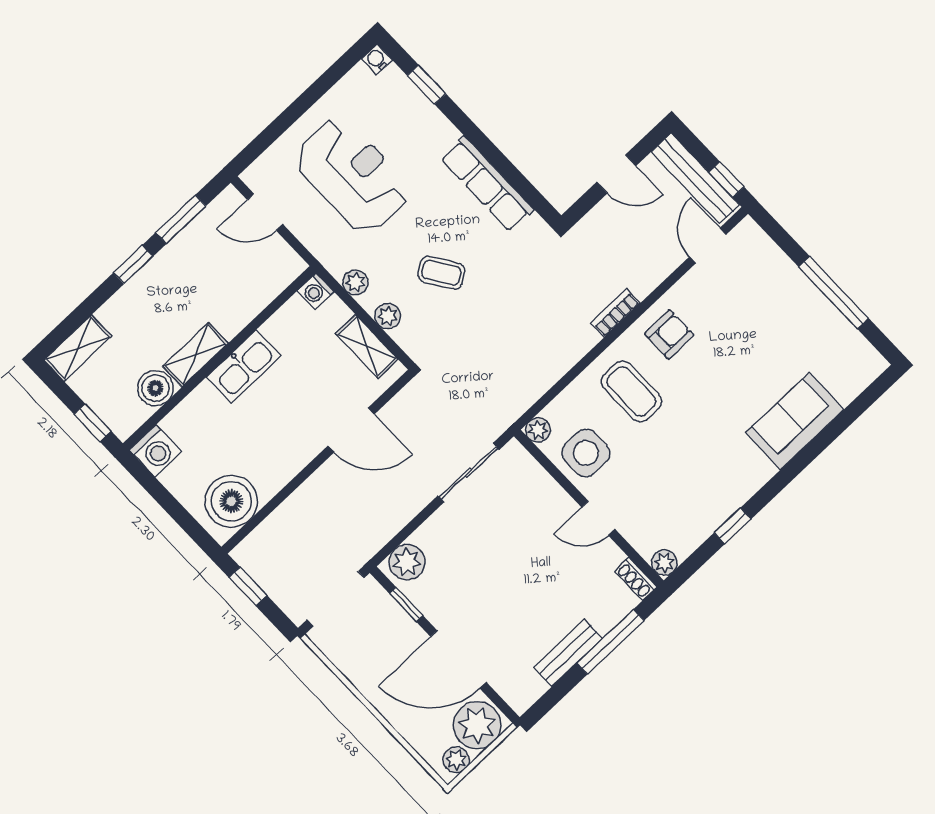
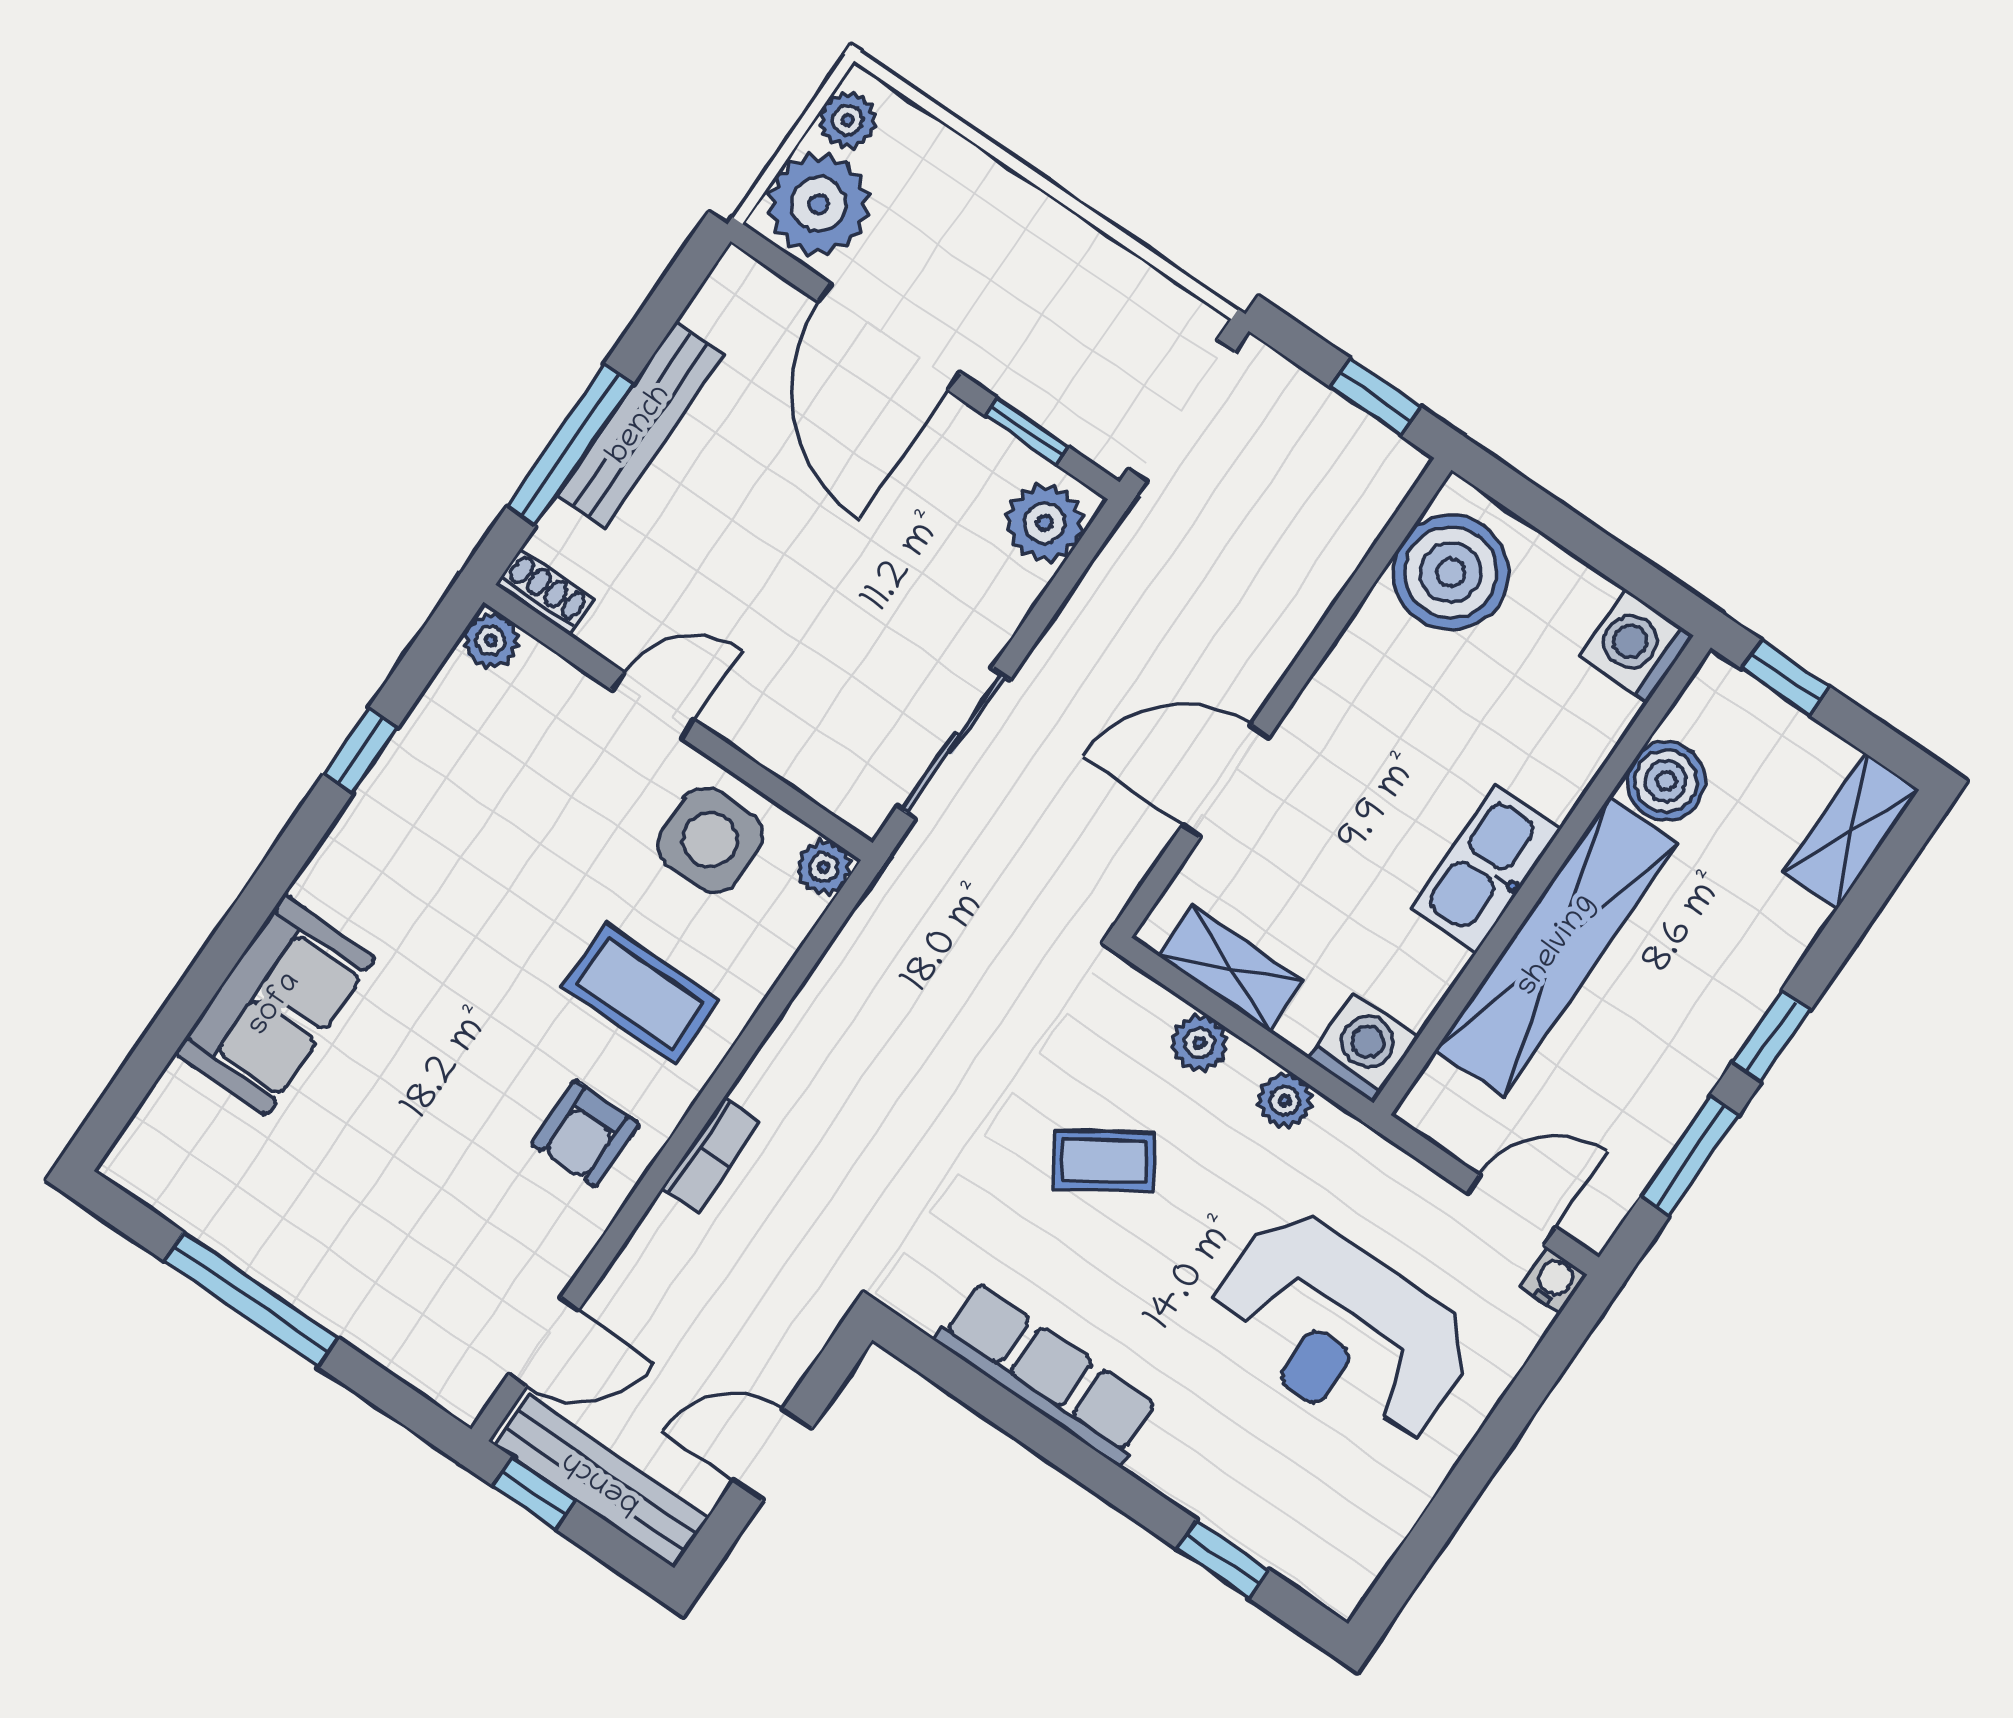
water cooler: (377, 59) -> (1554, 1281), moved, turned -90
door: (708, 246) -> (543, 1342), hinge flipped
washing machine: (316, 291) -> (1363, 1048), width x1.38, depth x1.38
shelving: (195, 355) -> (1557, 946), width x2.20, depth x1.33
bench: (568, 653) -> (640, 425), width x1.36
door: (458, 659) -> (889, 337), swing flipped

